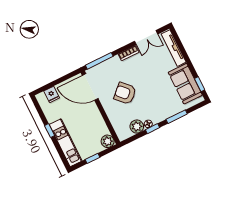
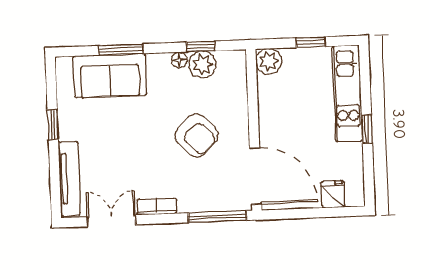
sofa: (185, 84) -> (110, 76), moved, turned 90
window: (200, 84) -> (53, 125), moved
window: (152, 129) -> (201, 46), moved

